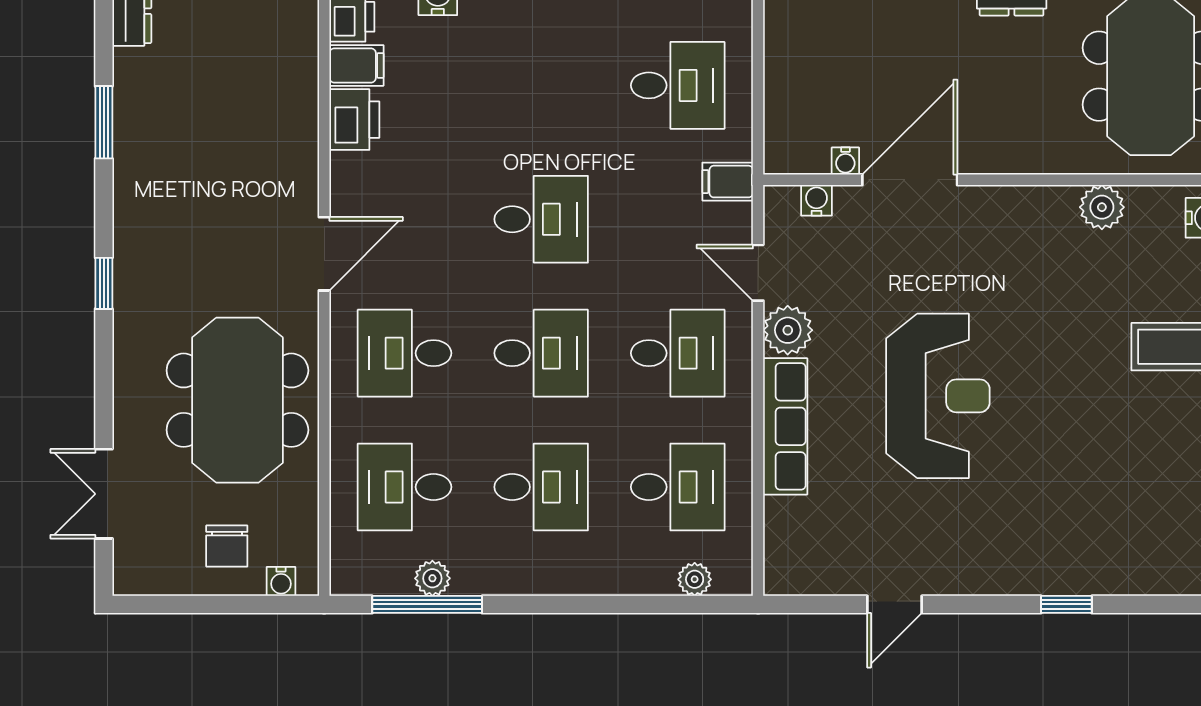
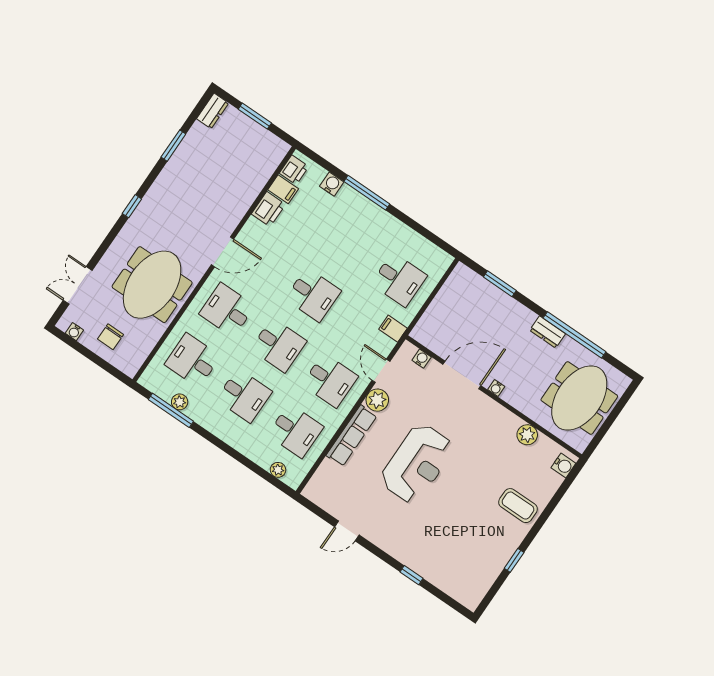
water cooler: (845, 161) -> (496, 388), moved
water cooler: (281, 581) -> (74, 332), moved

